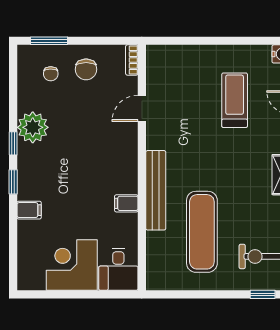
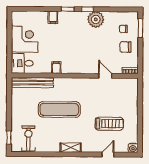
bench: (156, 190) -> (33, 83), moved
exercise mat: (202, 232) -> (59, 109), moved

